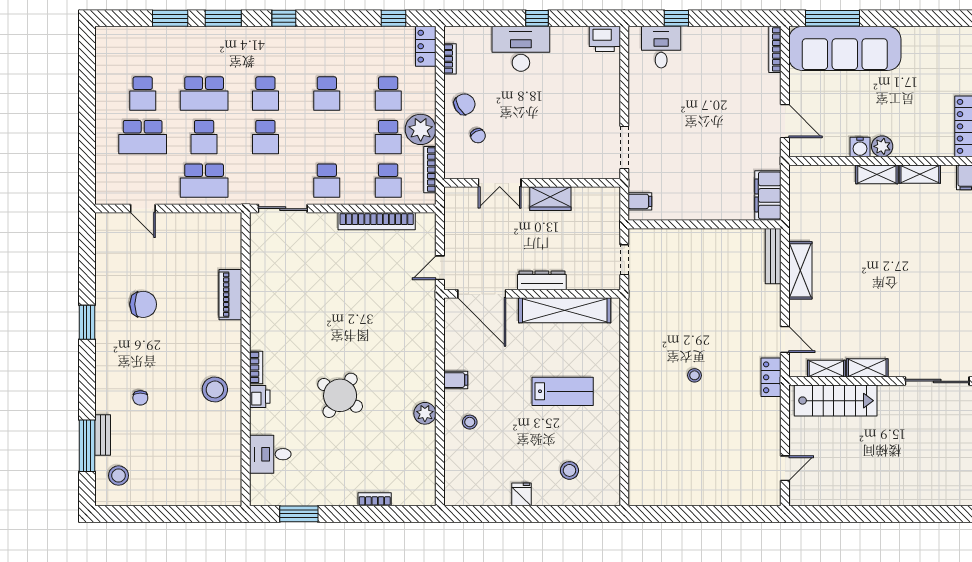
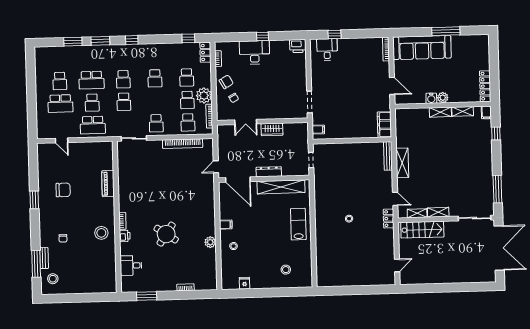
window: (833, 18) -> (446, 31), moved
lab bench: (563, 391) -> (298, 224), moved, turned -90
fridge: (521, 494) -> (245, 283), moved

